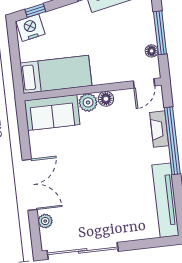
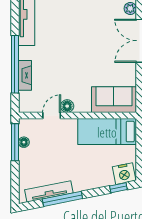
window: (160, 33) -> (15, 142), moved
door: (144, 83) -> (52, 115), moved
plant: (88, 102) -> (83, 105), removed

